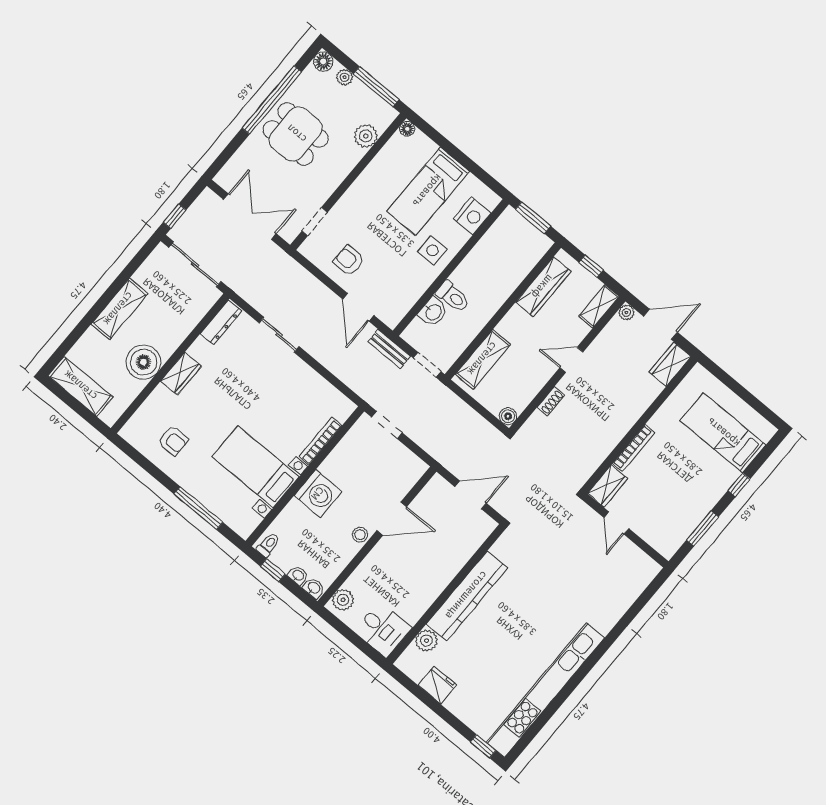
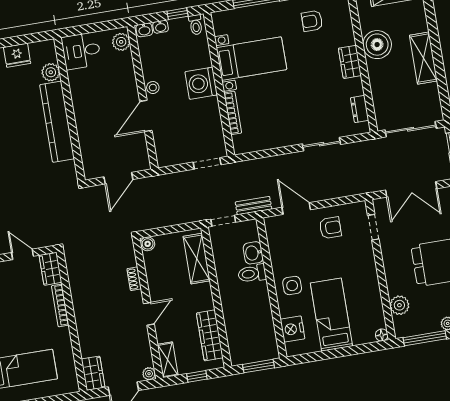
dresser: (221, 322) -> (360, 109), width x0.70

